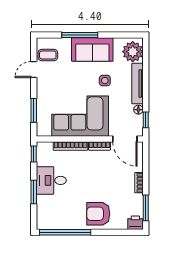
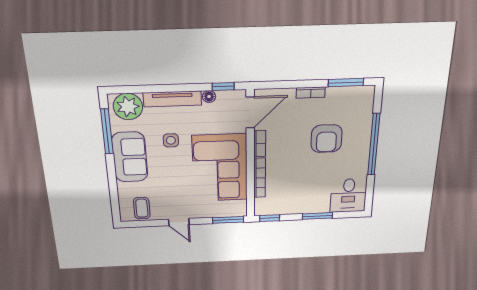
window: (80, 35) -> (107, 132), moved
door: (34, 70) -> (179, 222), moved
window: (34, 110) -> (228, 220), moved
desk: (51, 180) -> (348, 196), moved
armchair: (98, 214) -> (327, 139), moved
printer: (135, 223) -> (365, 95), removed
window: (65, 232) -> (374, 145), moved

